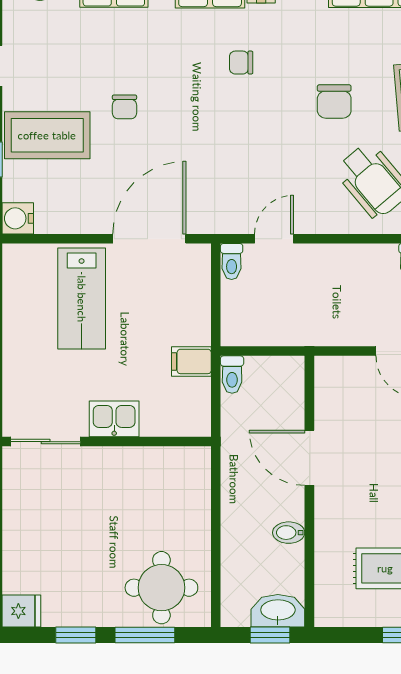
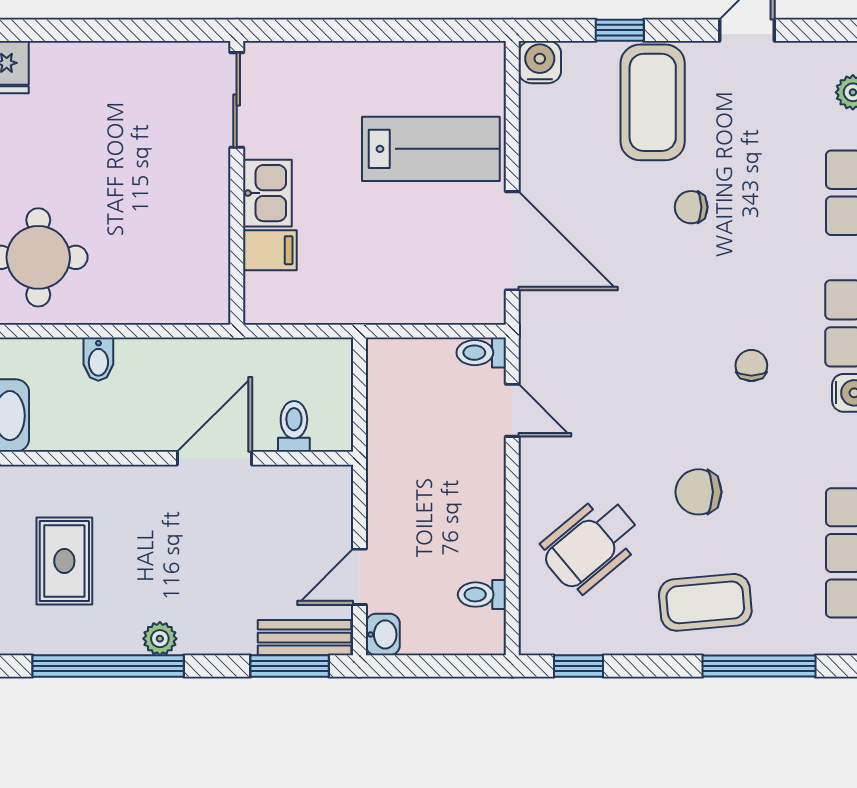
lab bench: (82, 299) -> (431, 149), turned 180
filing cabinet: (191, 361) -> (270, 250), moved, turned 90
toilet: (232, 375) -> (294, 426), moved, turned 90
bidet: (289, 533) -> (98, 359), moved, turned 180

